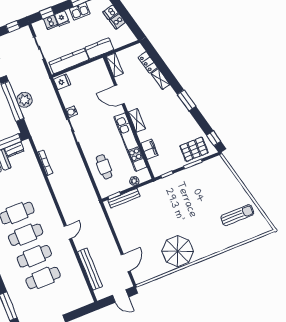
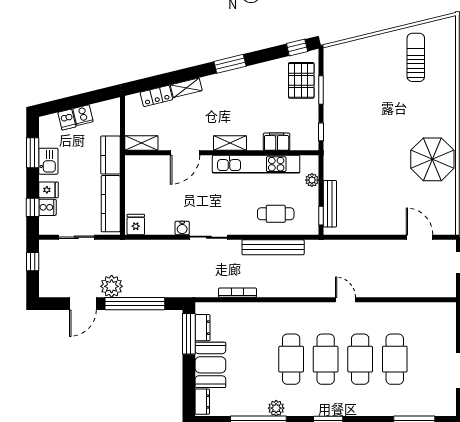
plant: (24, 100) -> (112, 286), moved
bench: (90, 269) -> (273, 247), moved

